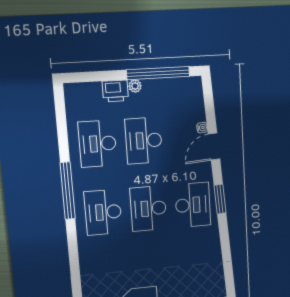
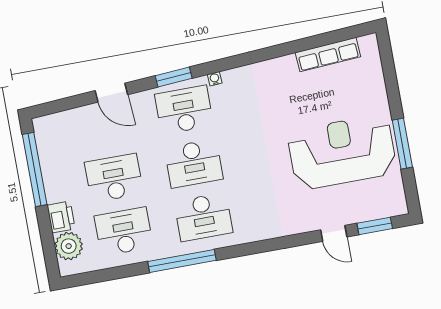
plant: (135, 86) -> (69, 246), moved, width x1.88, depth x1.88
water cooler: (202, 128) -> (215, 79), moved
desk: (144, 141) -> (114, 178), turned 180
desk: (98, 144) -> (124, 232), turned 180

